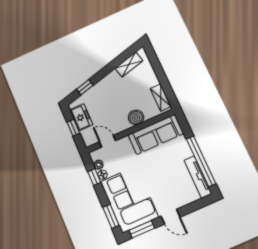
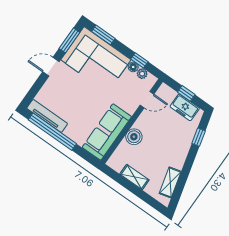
shelving: (161, 97) -> (134, 177), moved

